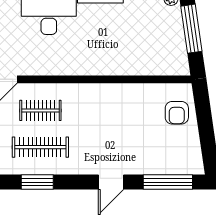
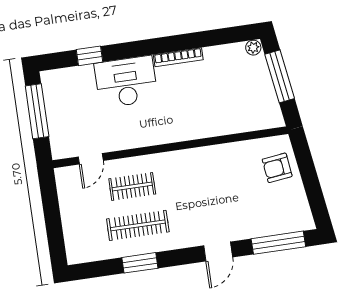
armchair: (177, 113) -> (277, 168), turned 83

